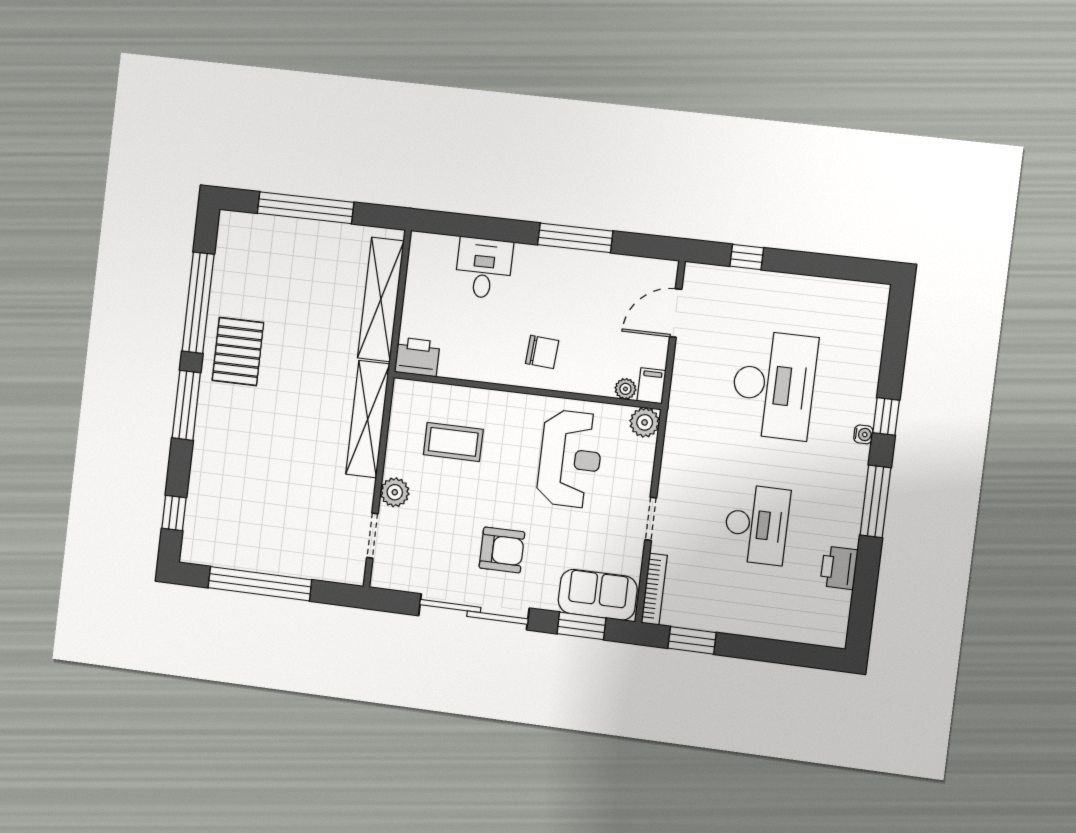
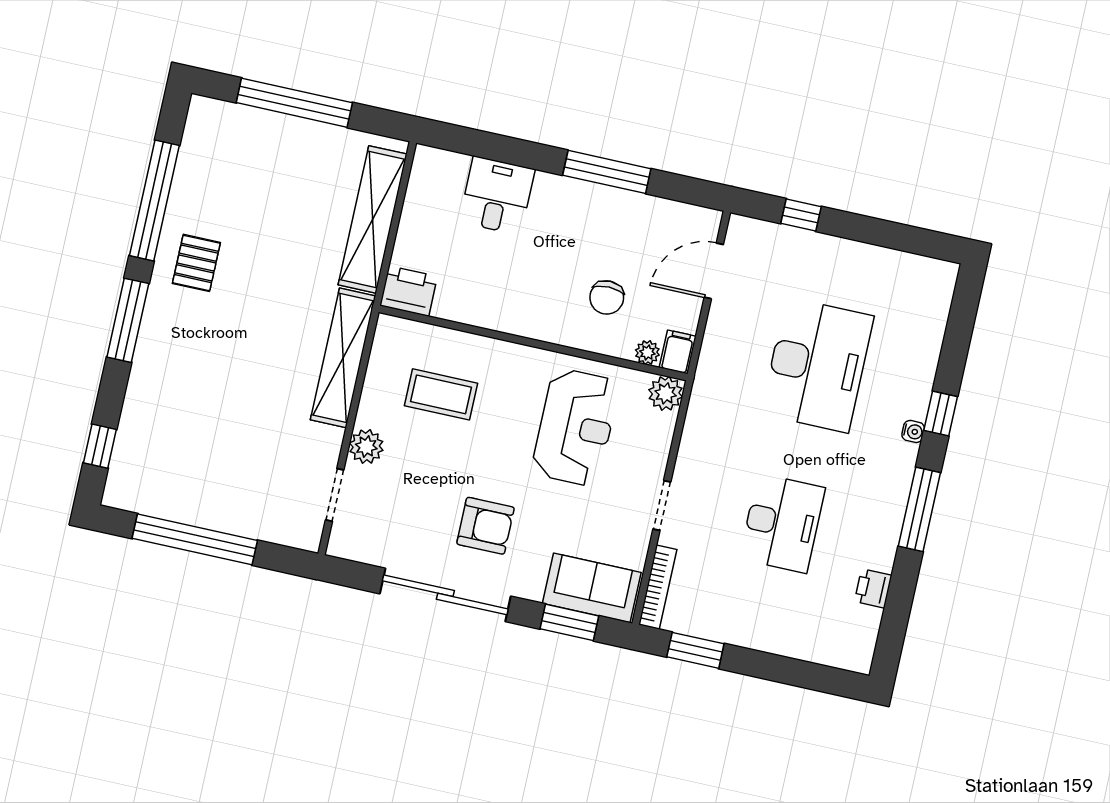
pallet: (238, 352) -> (196, 263), width x0.67, depth x0.71
chair: (542, 352) -> (607, 297), moved, turned 86
printer: (839, 568) -> (873, 588), width x0.73, depth x0.81

